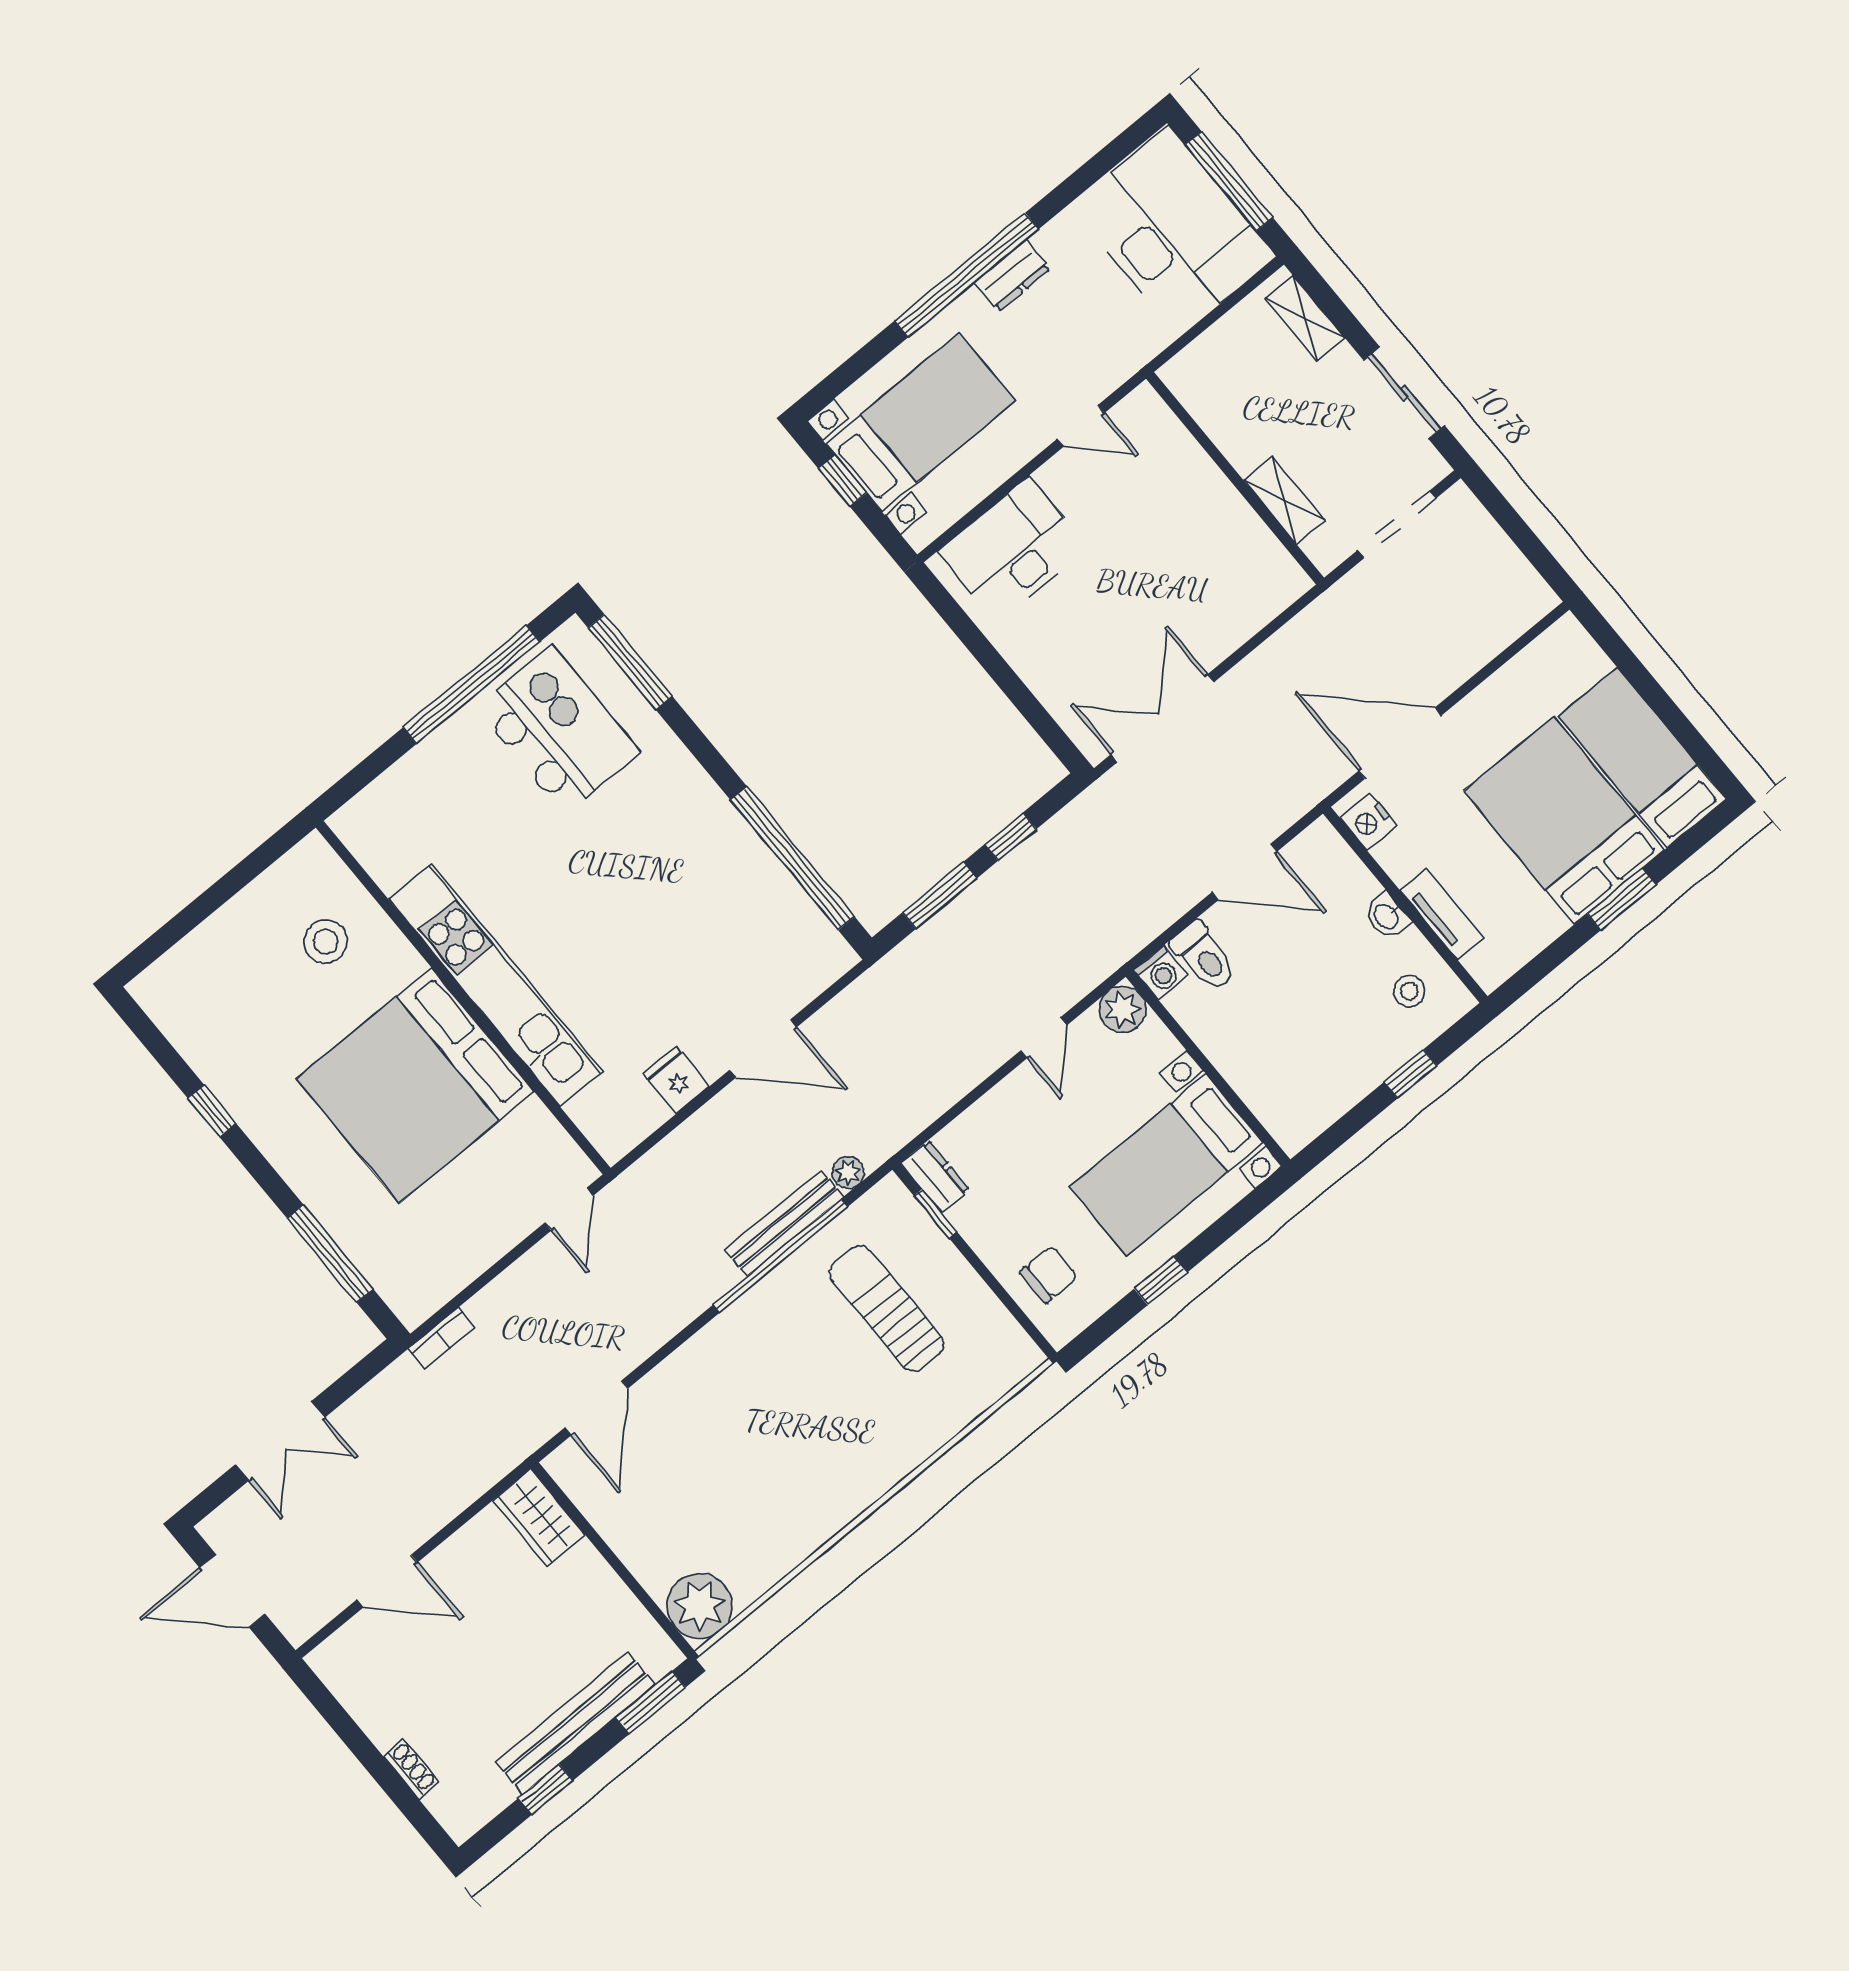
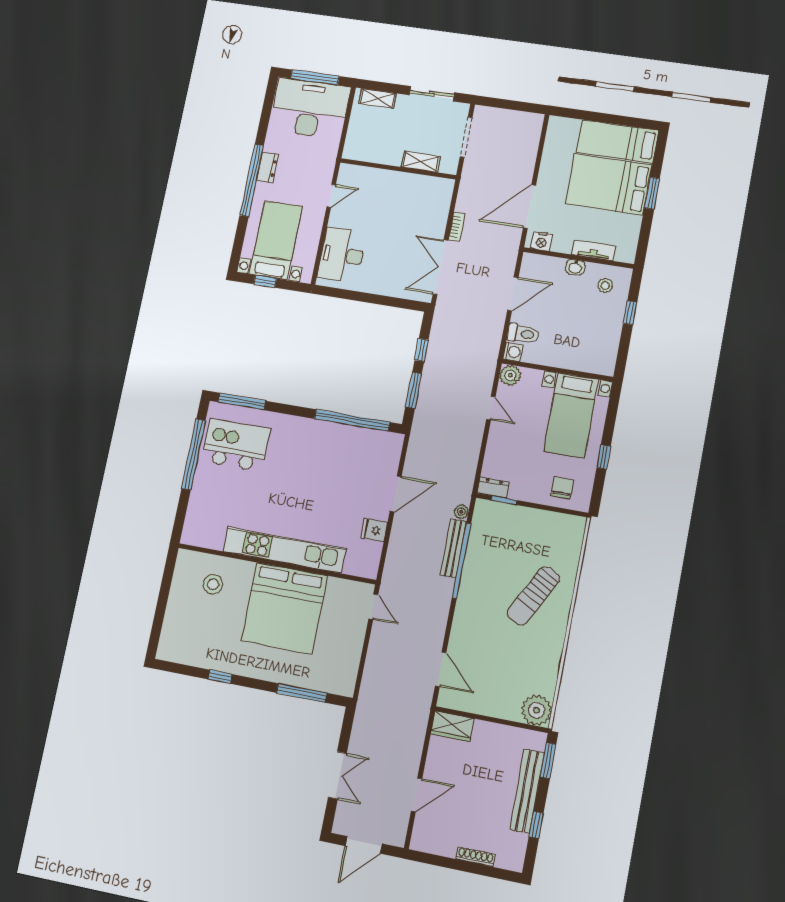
sun lounger: (887, 1308) -> (533, 596), moved, turned -62
bookcase: (442, 1338) -> (457, 227), moved
shoe rack: (411, 1769) -> (476, 857), width x1.43

